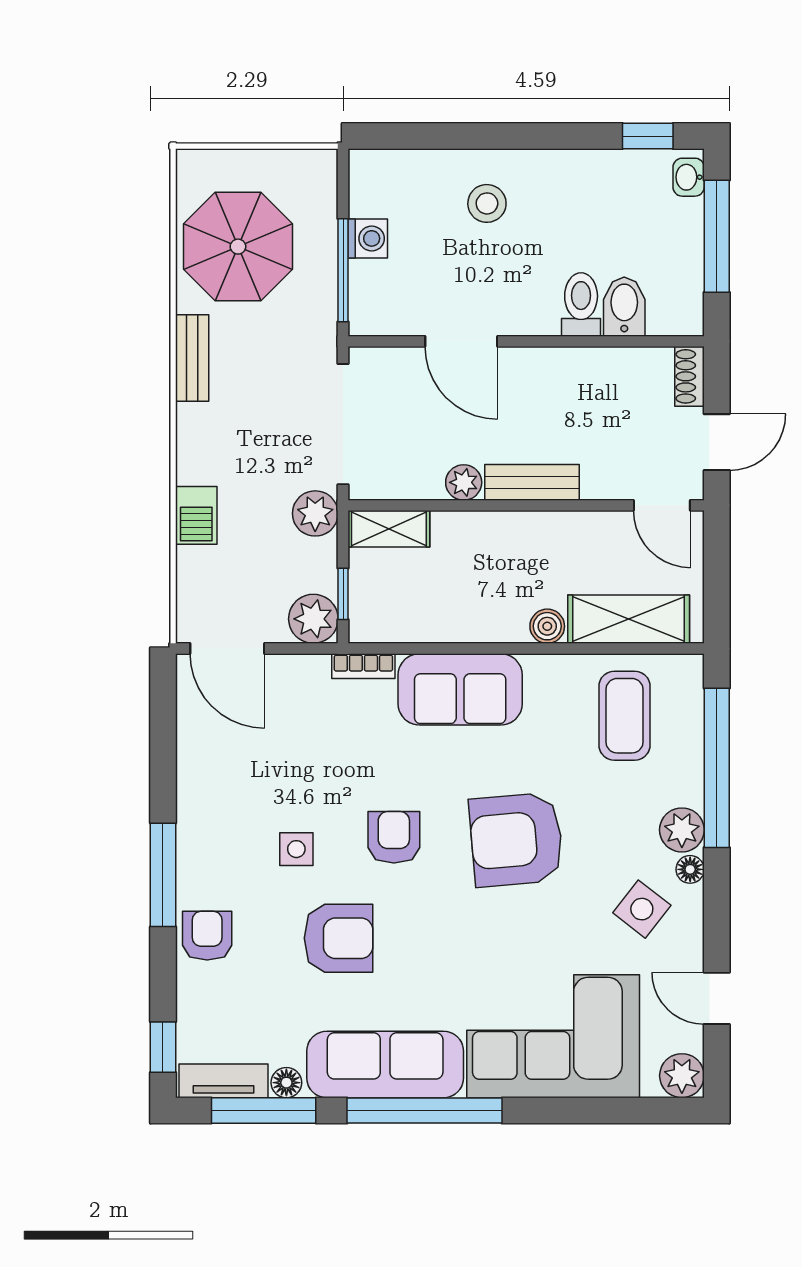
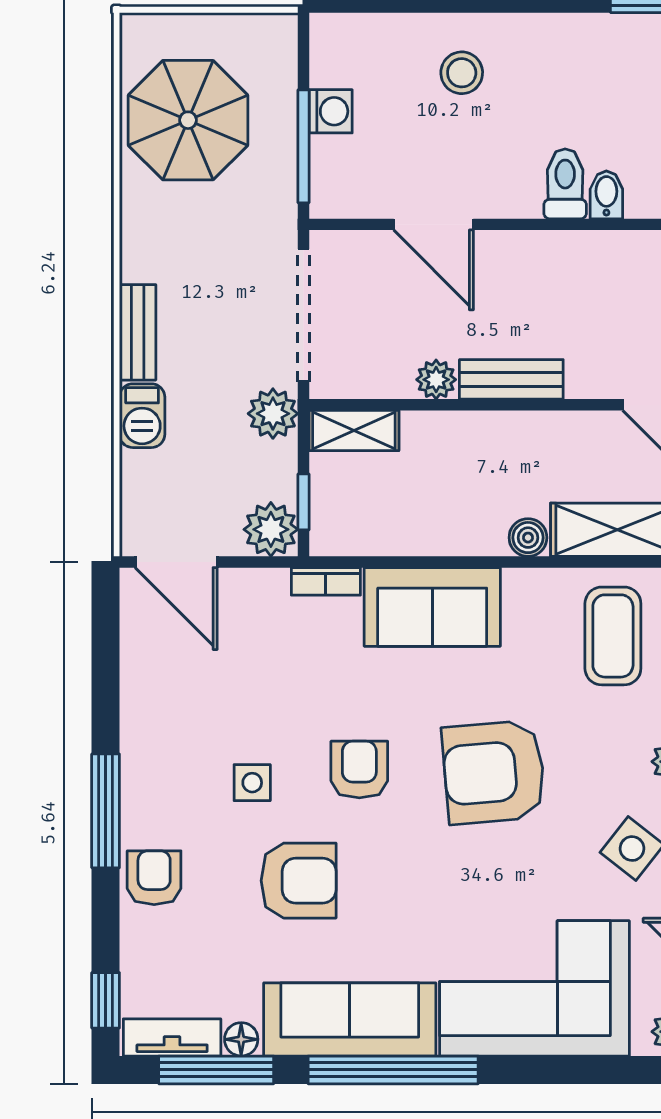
bidet: (624, 307) -> (606, 195), width x0.72, depth x0.74
bench: (192, 358) -> (138, 332), moved

